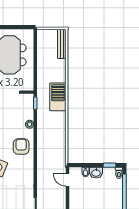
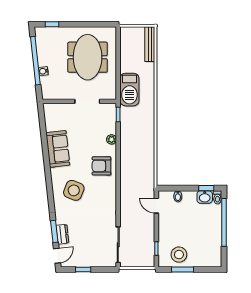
barbecue: (58, 97) -> (129, 90), moved, turned 180
armchair: (21, 147) -> (101, 166), turned -90
washbasin: (96, 173) -> (205, 197), moved

